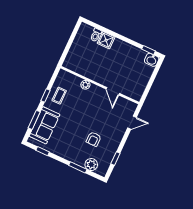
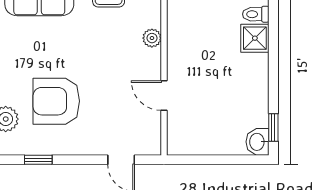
door: (113, 91) -> (164, 96), hinge flipped
armchair: (94, 139) -> (56, 101), width x1.88, depth x1.88

